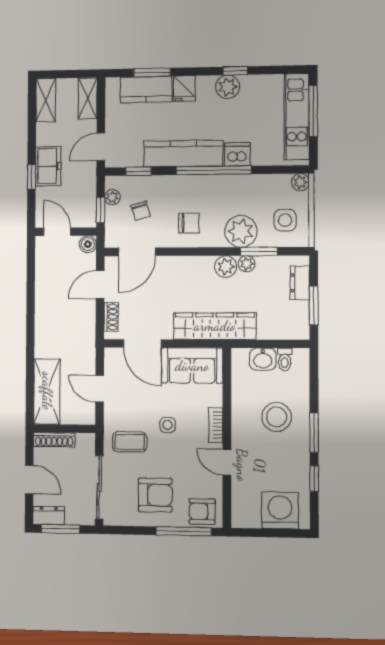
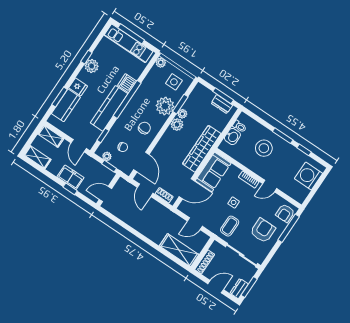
boiler: (88, 244) -> (122, 183), removed
dresser: (300, 283) -> (222, 104), moved

